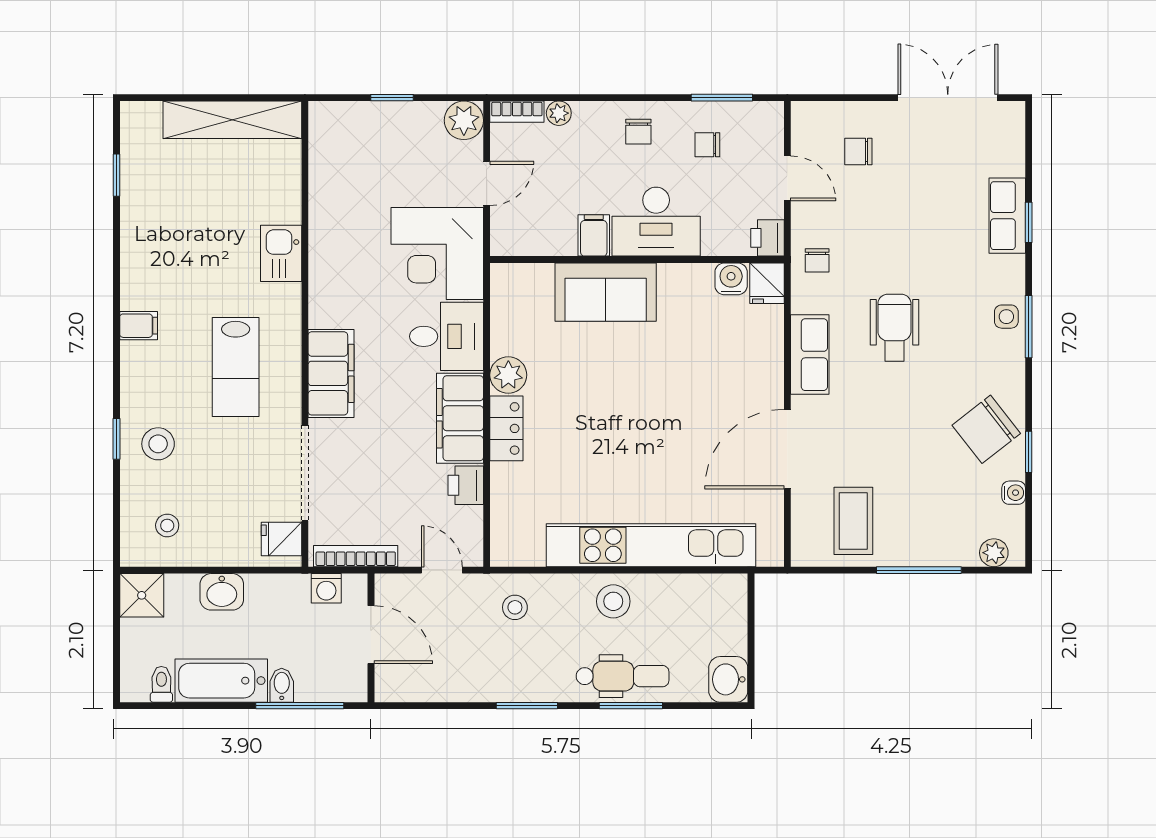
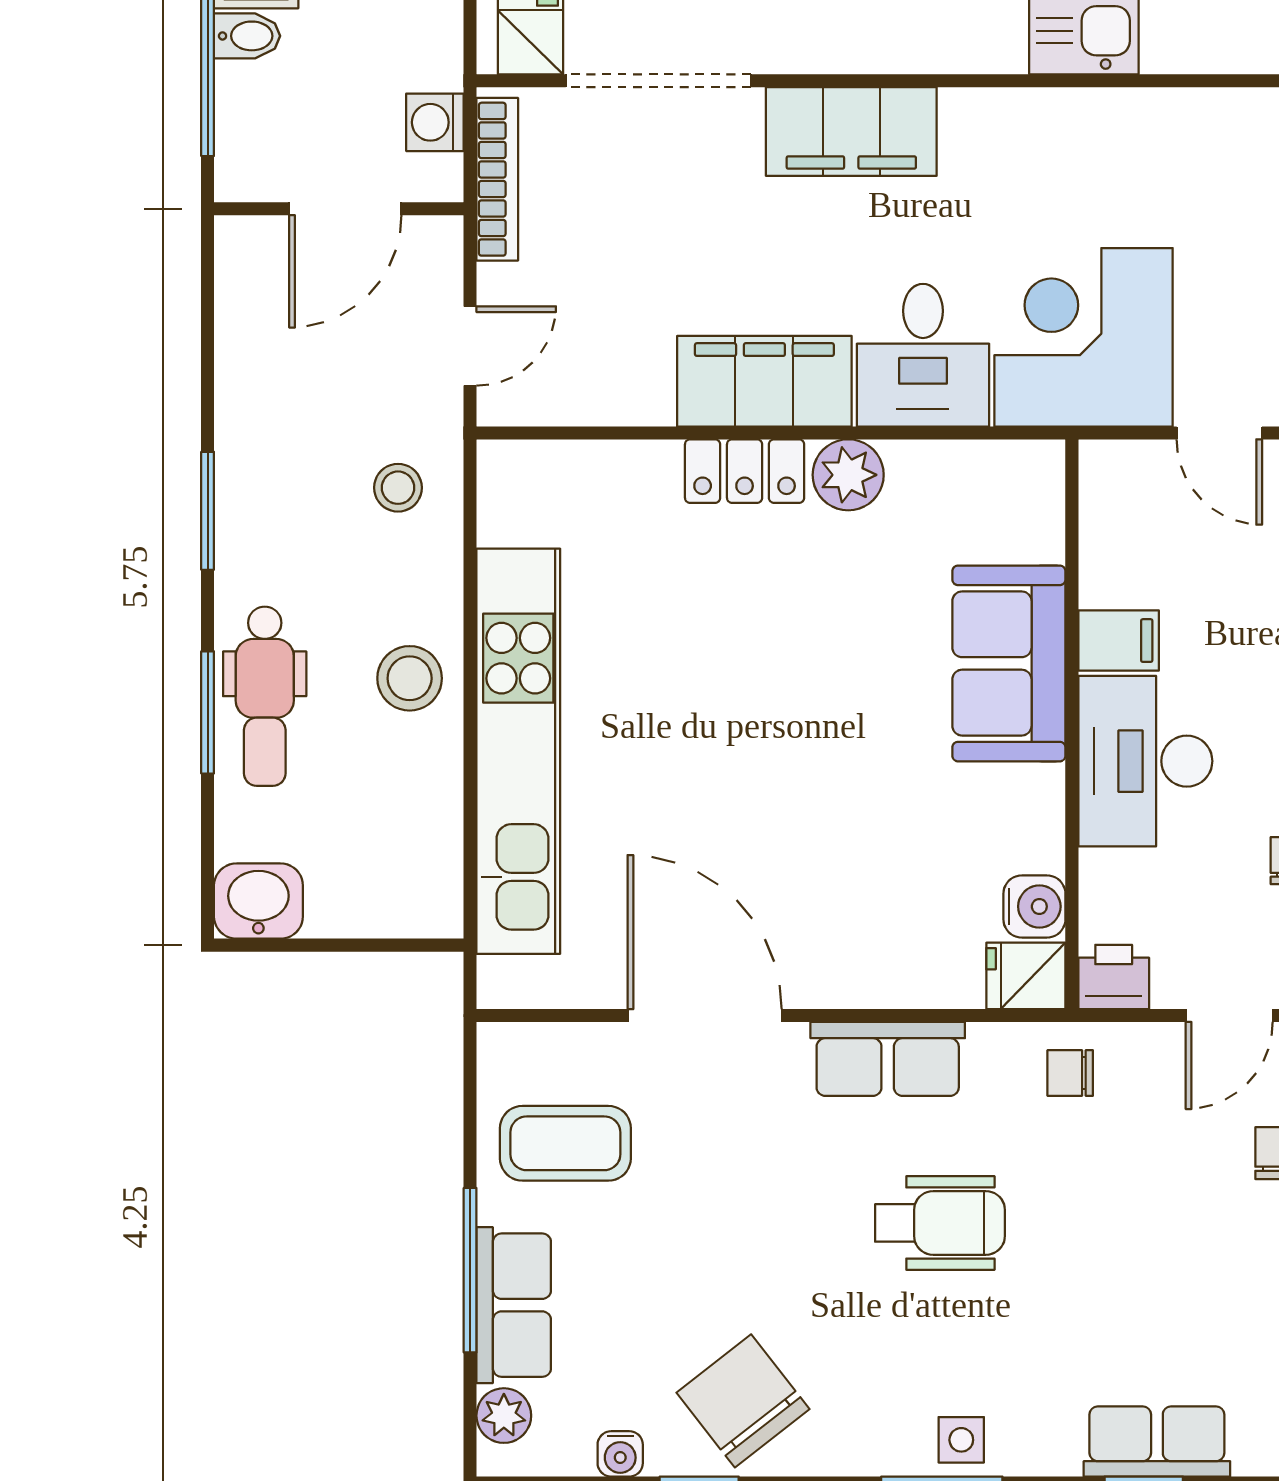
printer: (466, 485) -> (634, 392), removed
row of seats: (937, 548) -> (514, 1305), added

